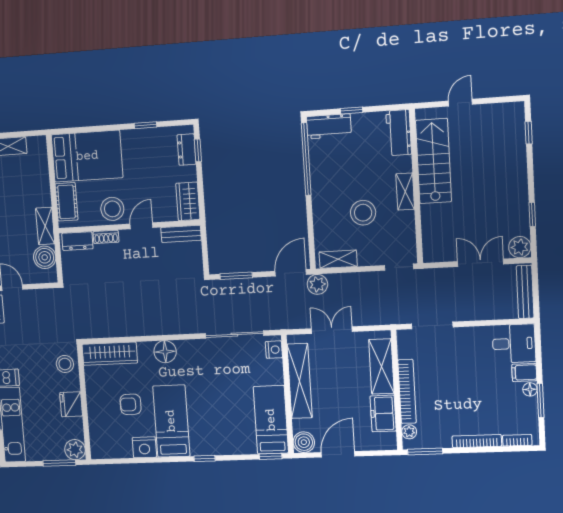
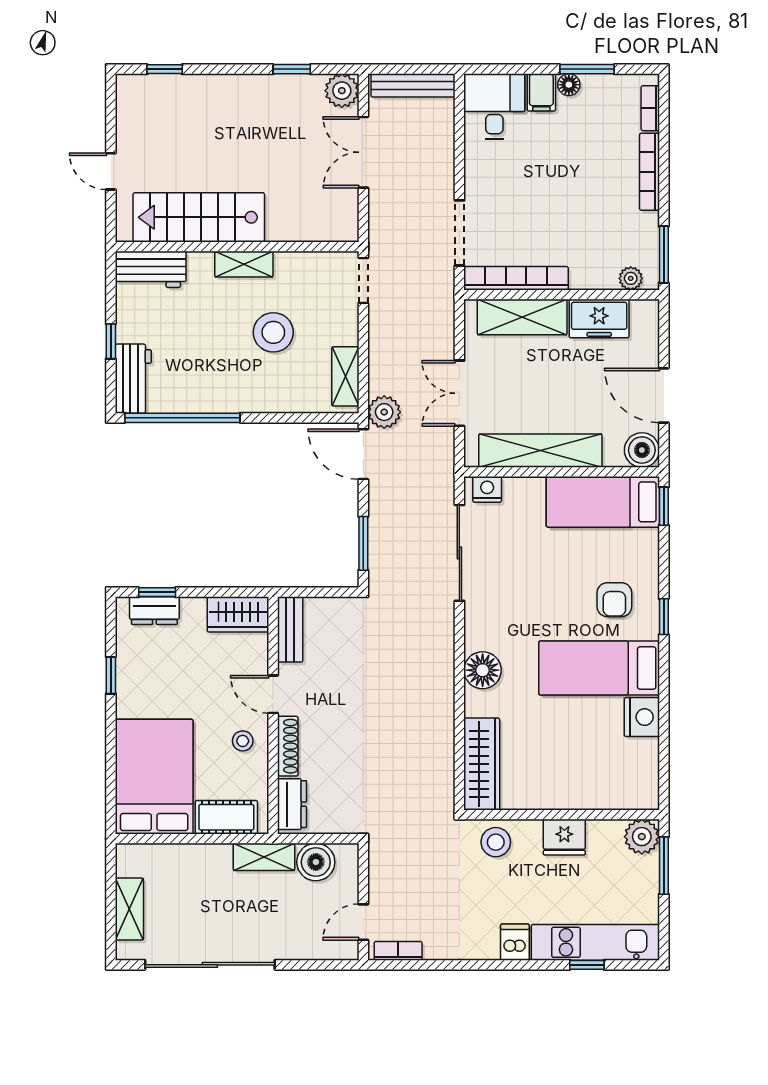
stool: (112, 209) -> (243, 741), width x0.53, depth x0.53
shoe rack: (106, 237) -> (288, 746), width x1.43
bookcase: (407, 391) -> (516, 278), moved
armchair: (131, 404) -> (614, 600), moved

